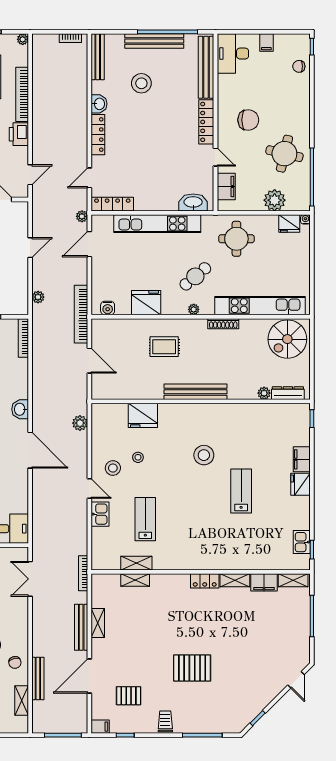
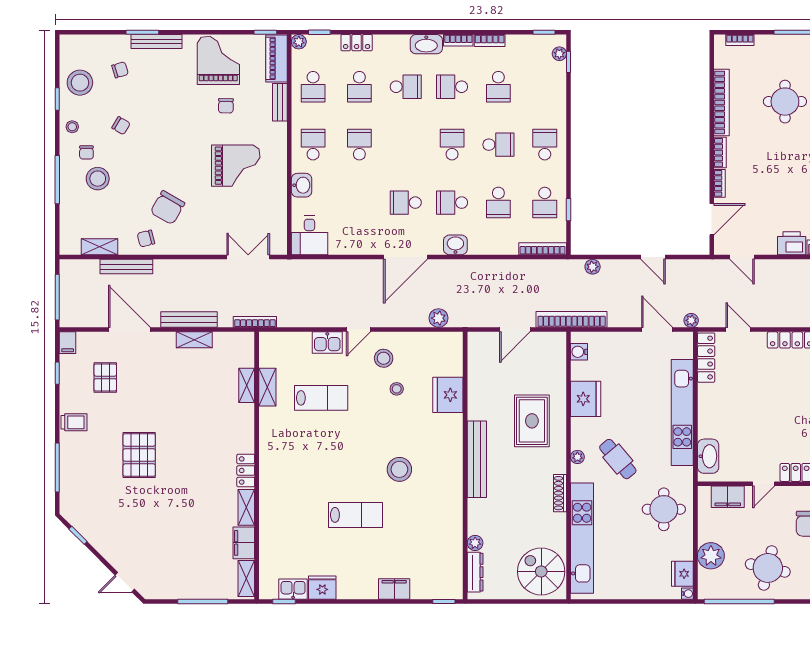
rug: (164, 347) -> (532, 421), width x1.36, depth x1.43
fridge: (301, 484) -> (322, 588), moved

